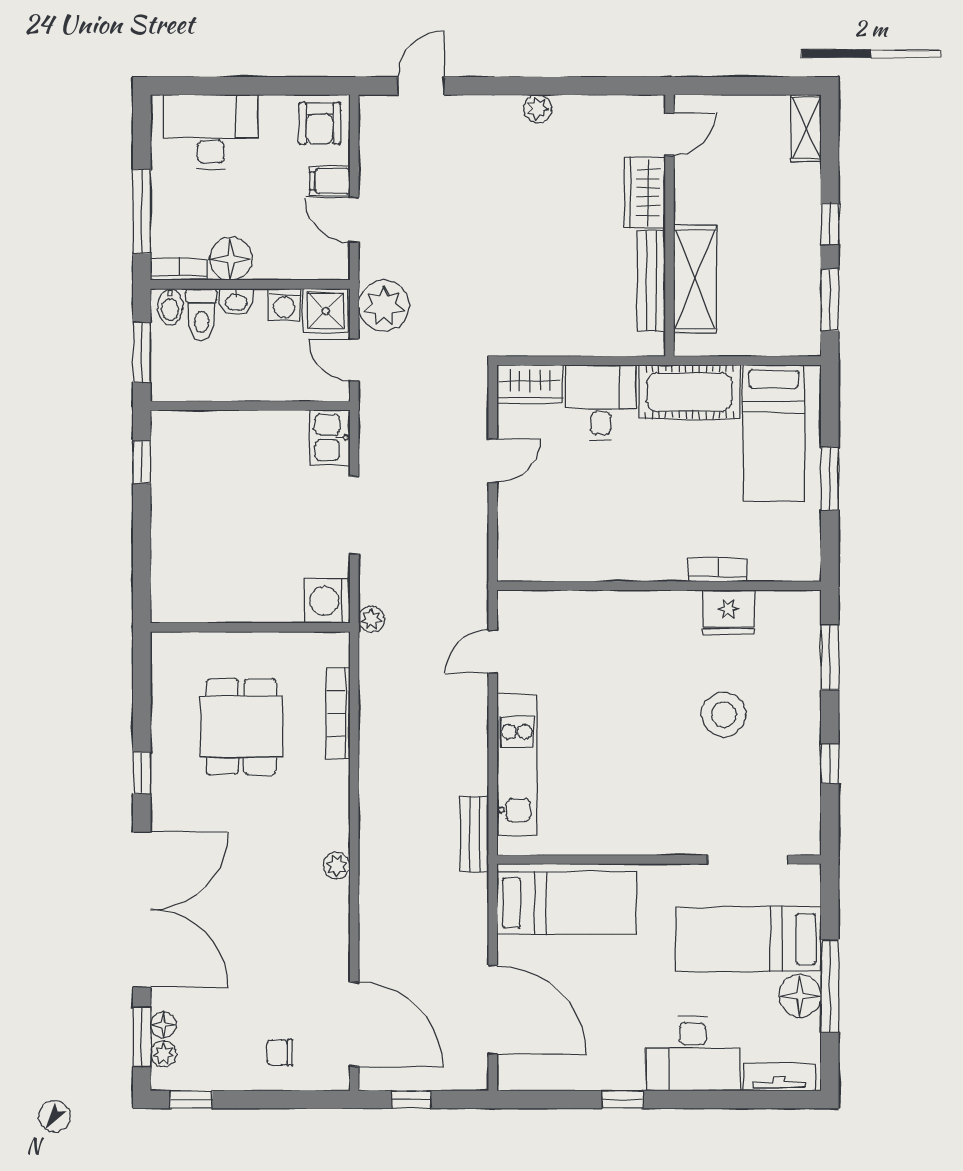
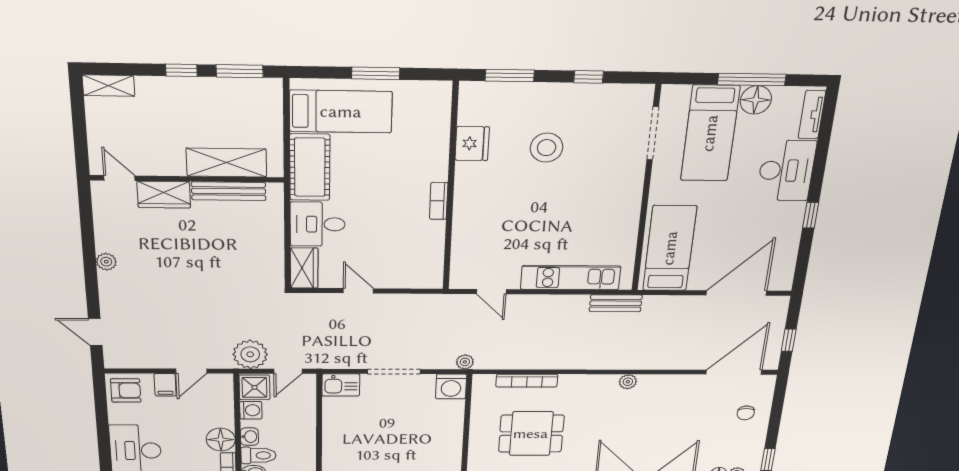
bookcase: (718, 570) -> (439, 201), moved

